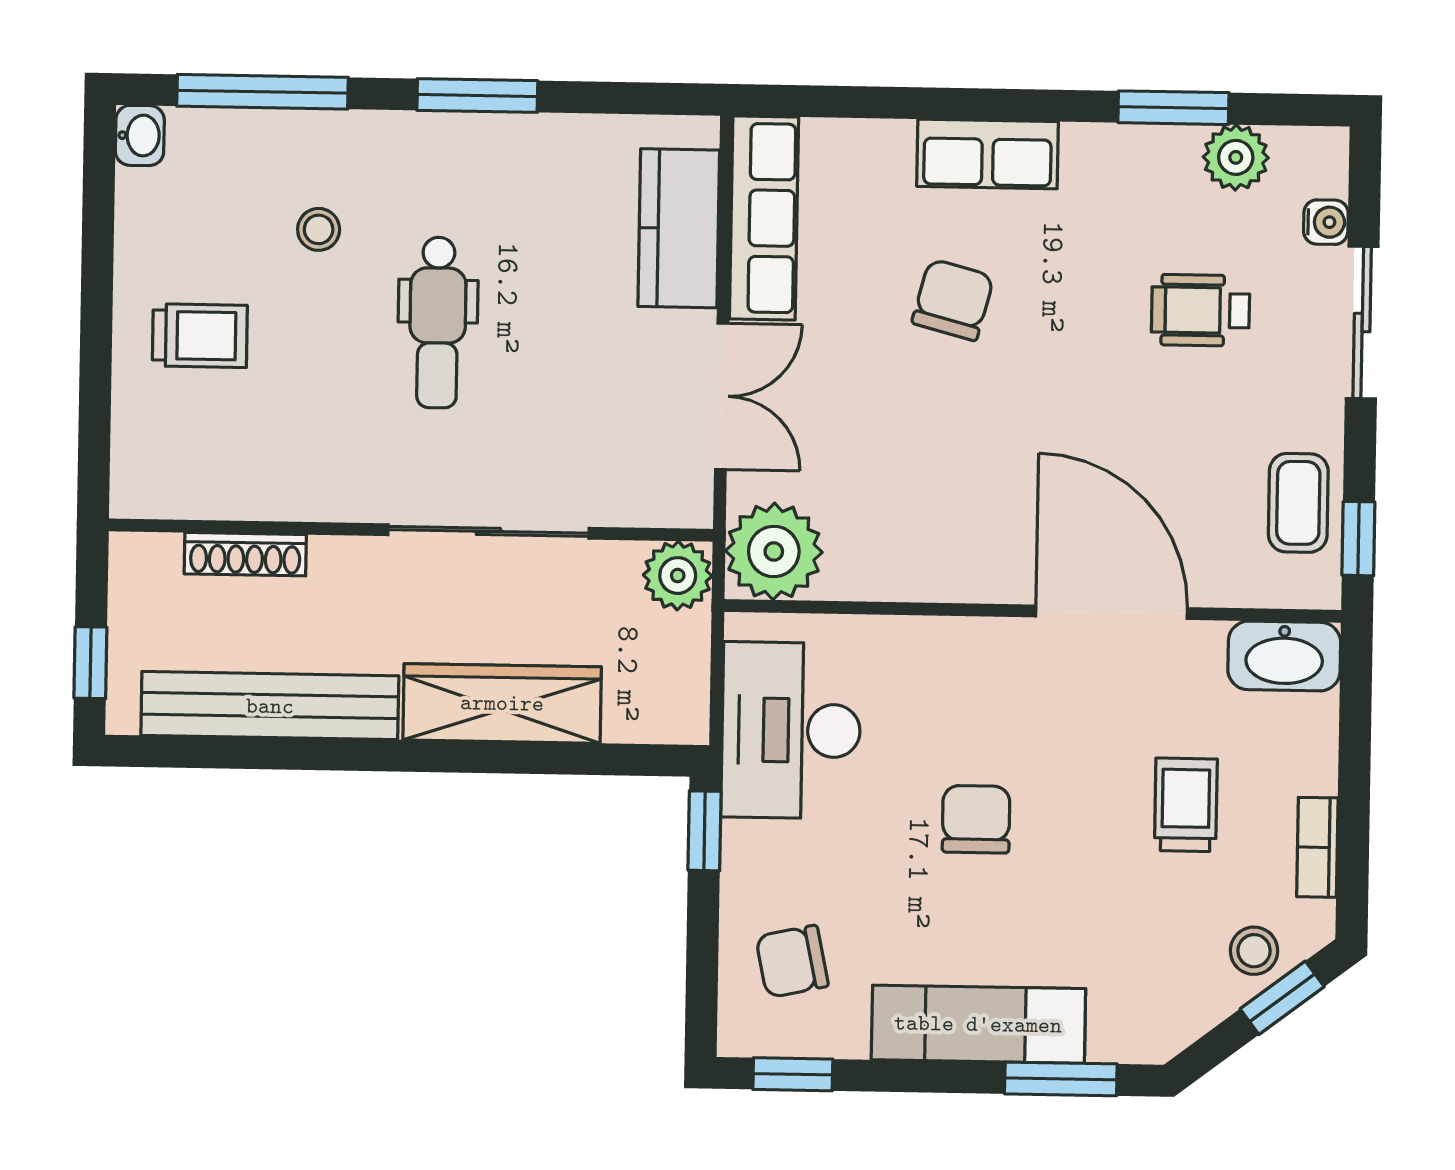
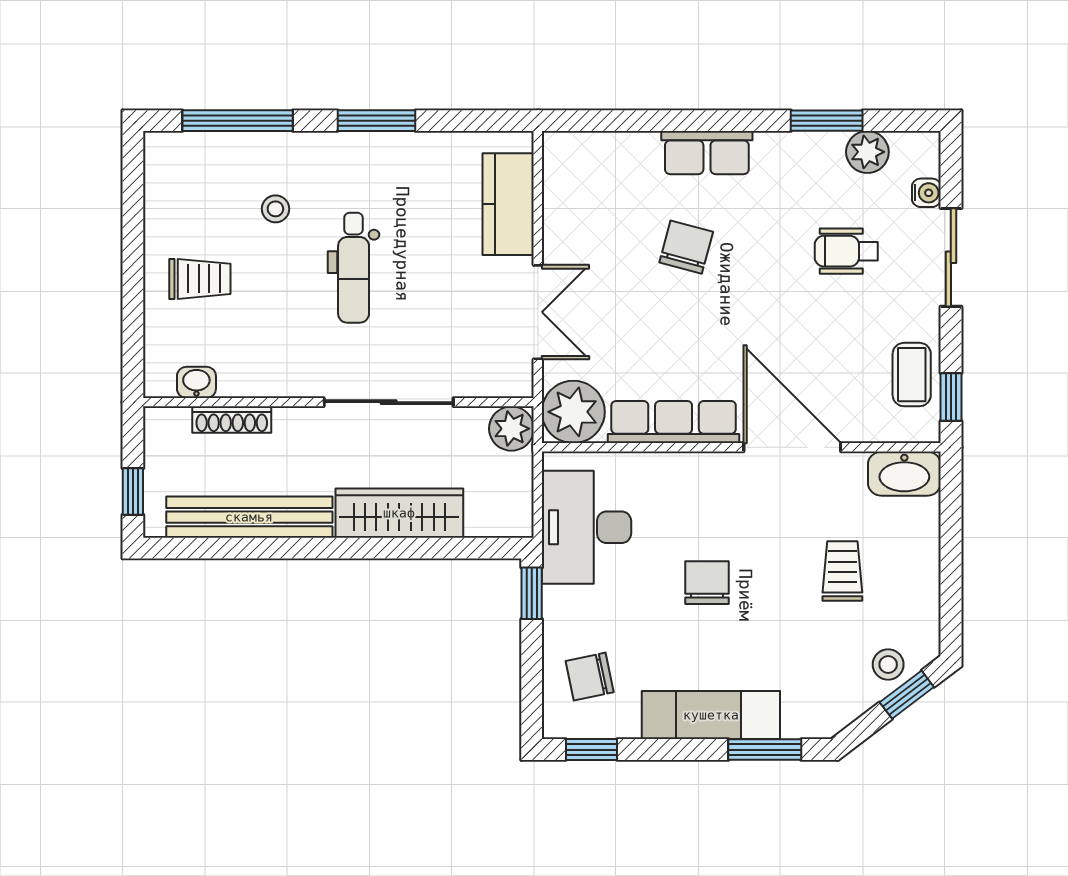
washbasin: (140, 135) -> (196, 382), moved, turned -90
row of seats: (764, 218) -> (674, 422), moved, turned -90
bookcase: (1317, 847) -> (928, 597), removed

